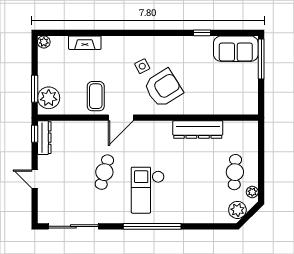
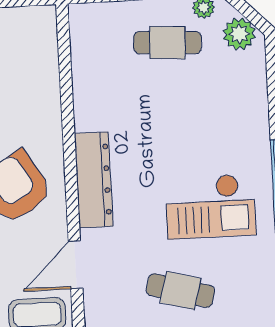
door: (121, 118) -> (76, 265), swing flipped
dresser: (198, 130) -> (94, 180), moved

